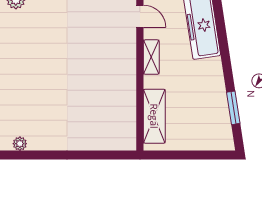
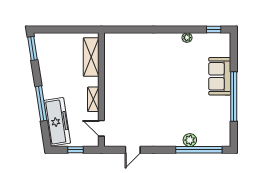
window: (225, 51) -> (41, 103), added
window: (233, 108) -> (33, 48), moved

